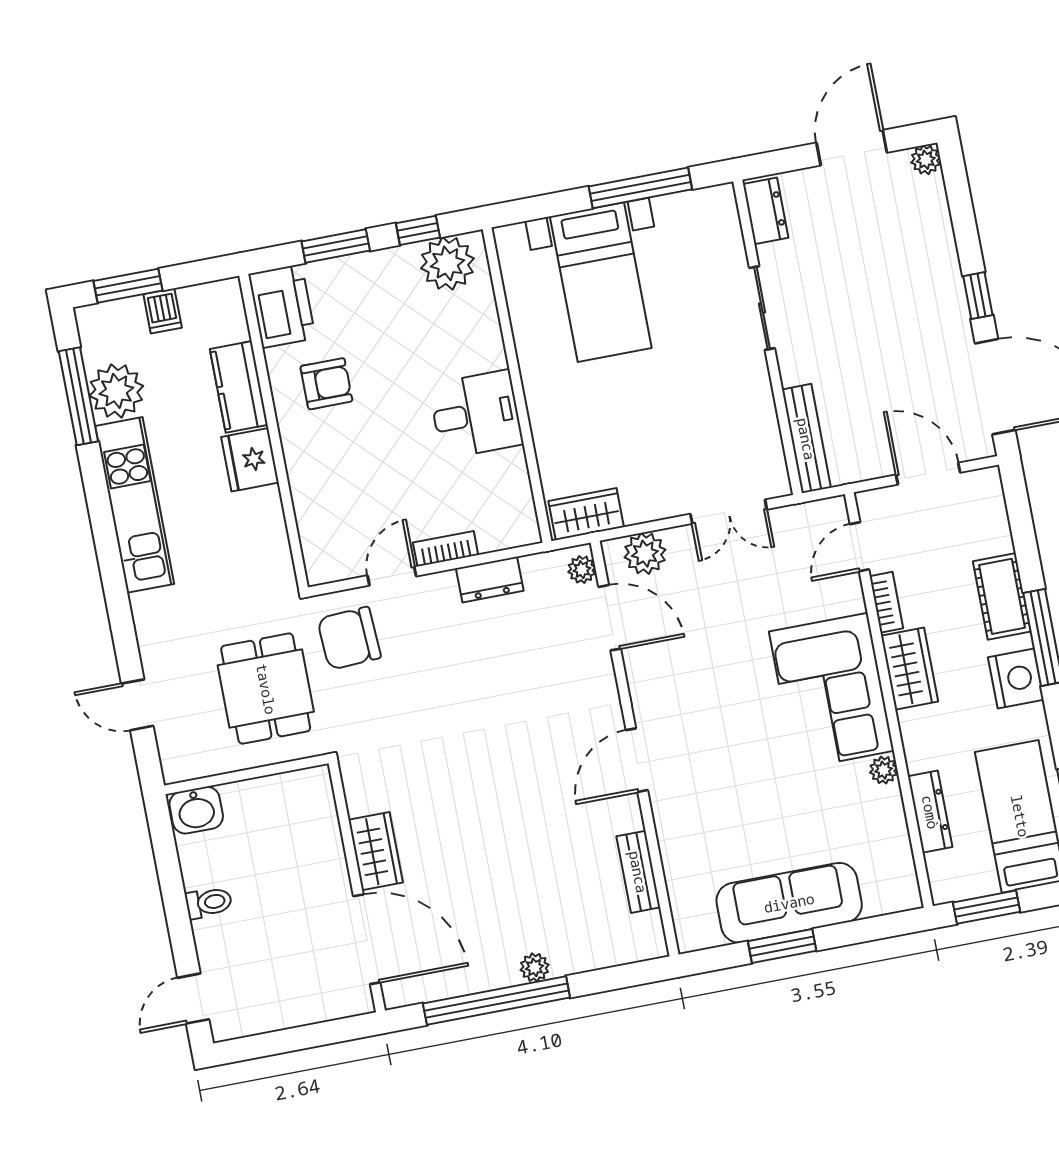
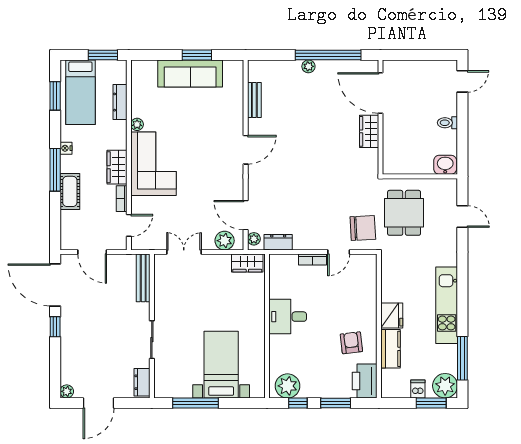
armchair: (326, 384) -> (351, 343), turned 83
plant: (116, 391) -> (445, 386), moved
dresser: (490, 580) -> (278, 242), moved
nightstand: (1016, 678) -> (66, 148), width x0.53, depth x0.56

